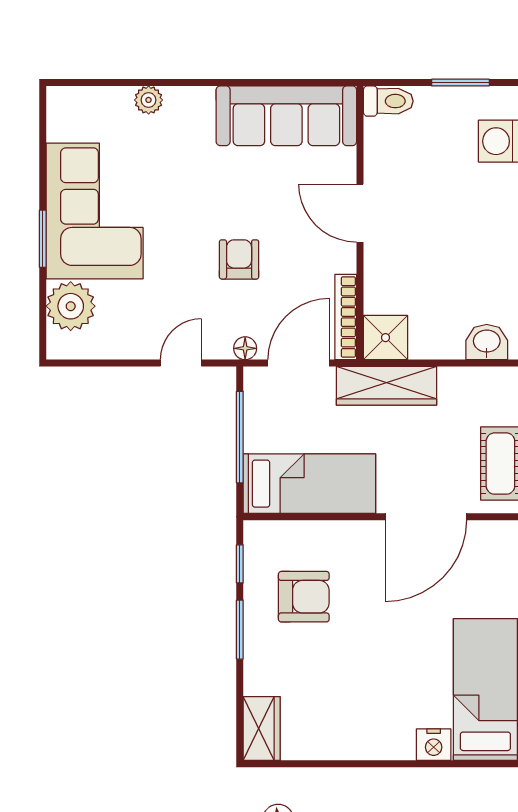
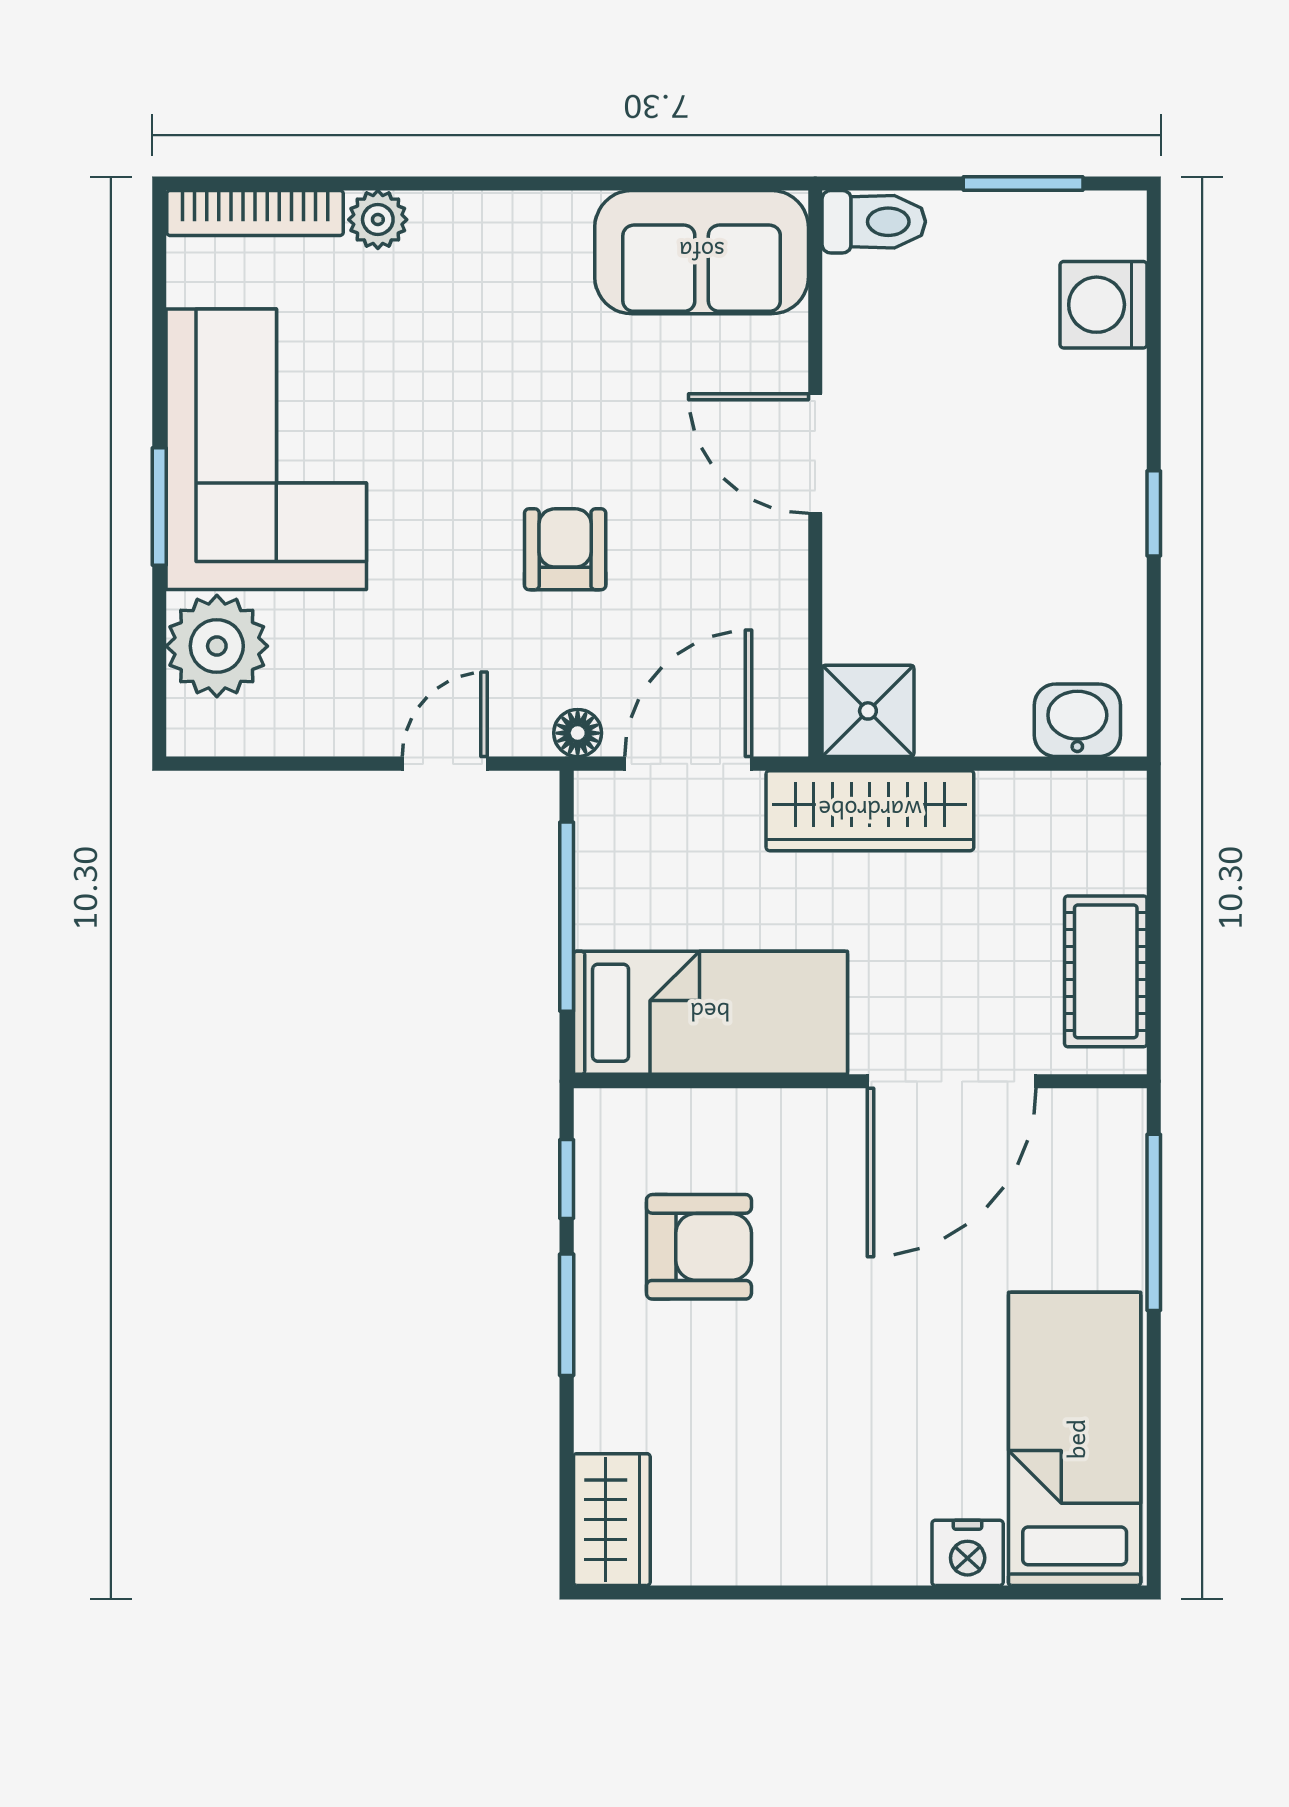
sofa: (286, 116) -> (702, 252), width x0.73
bookcase: (346, 317) -> (255, 213), moved, turned -90

